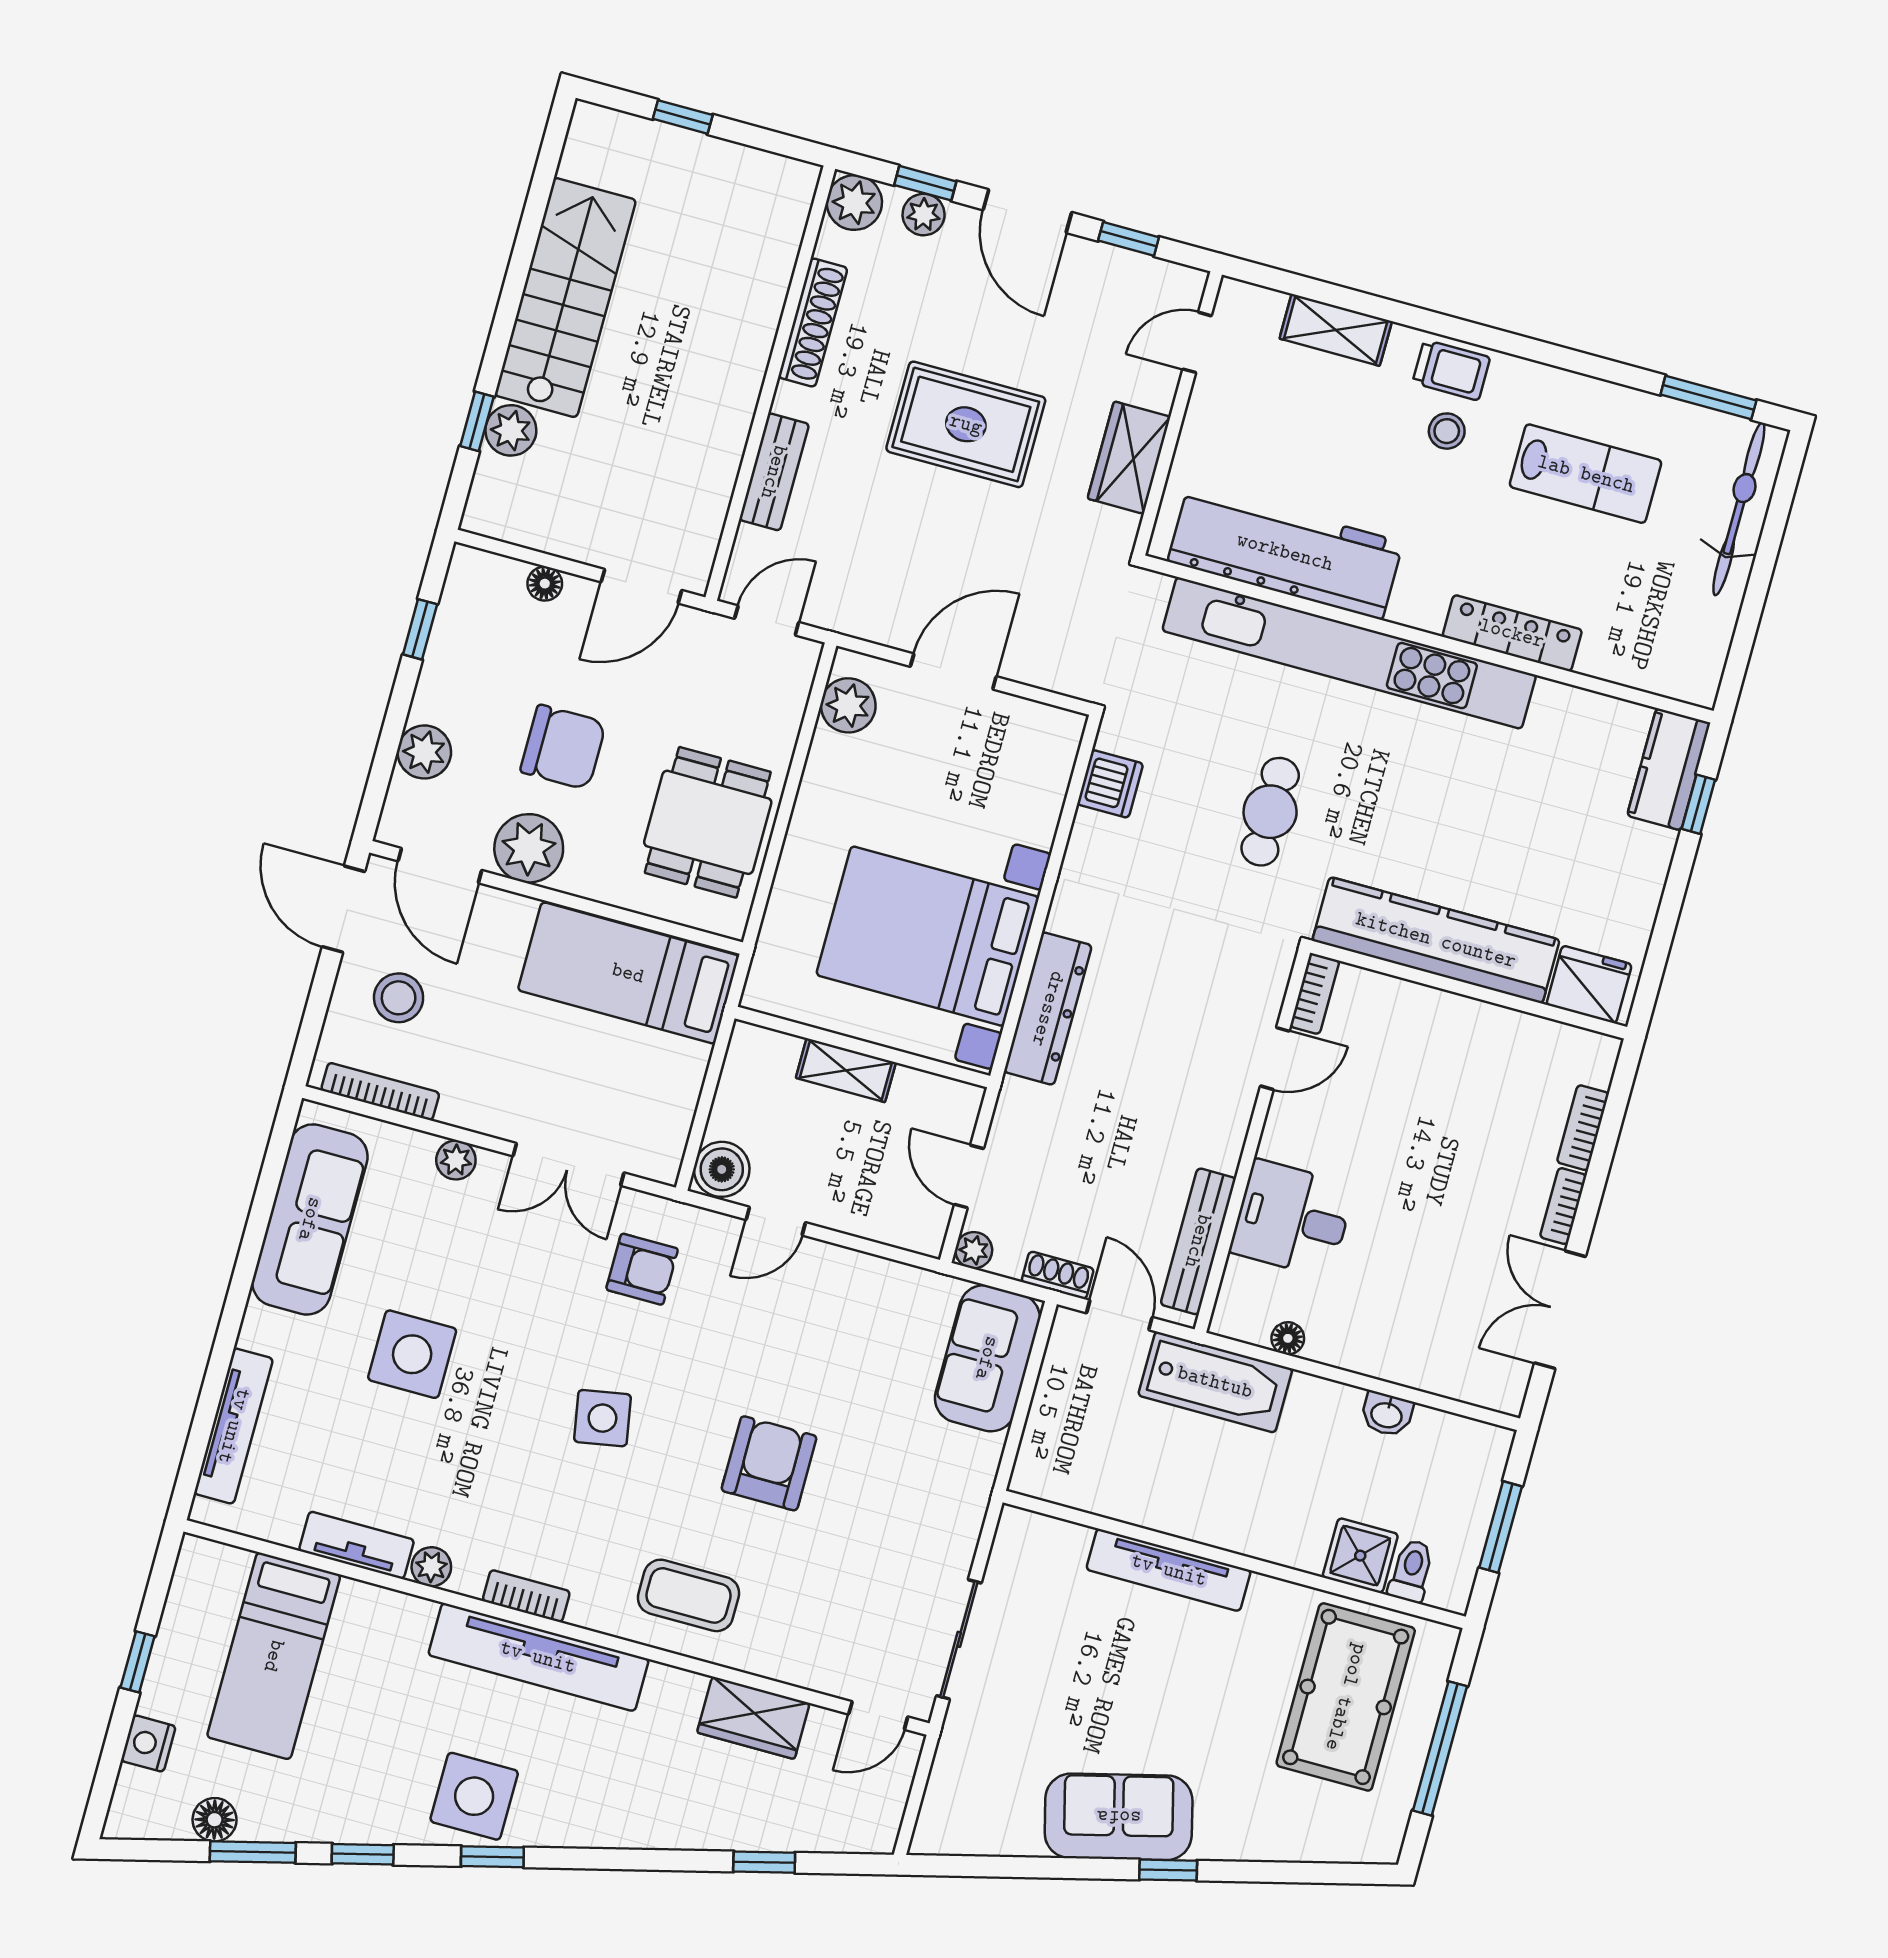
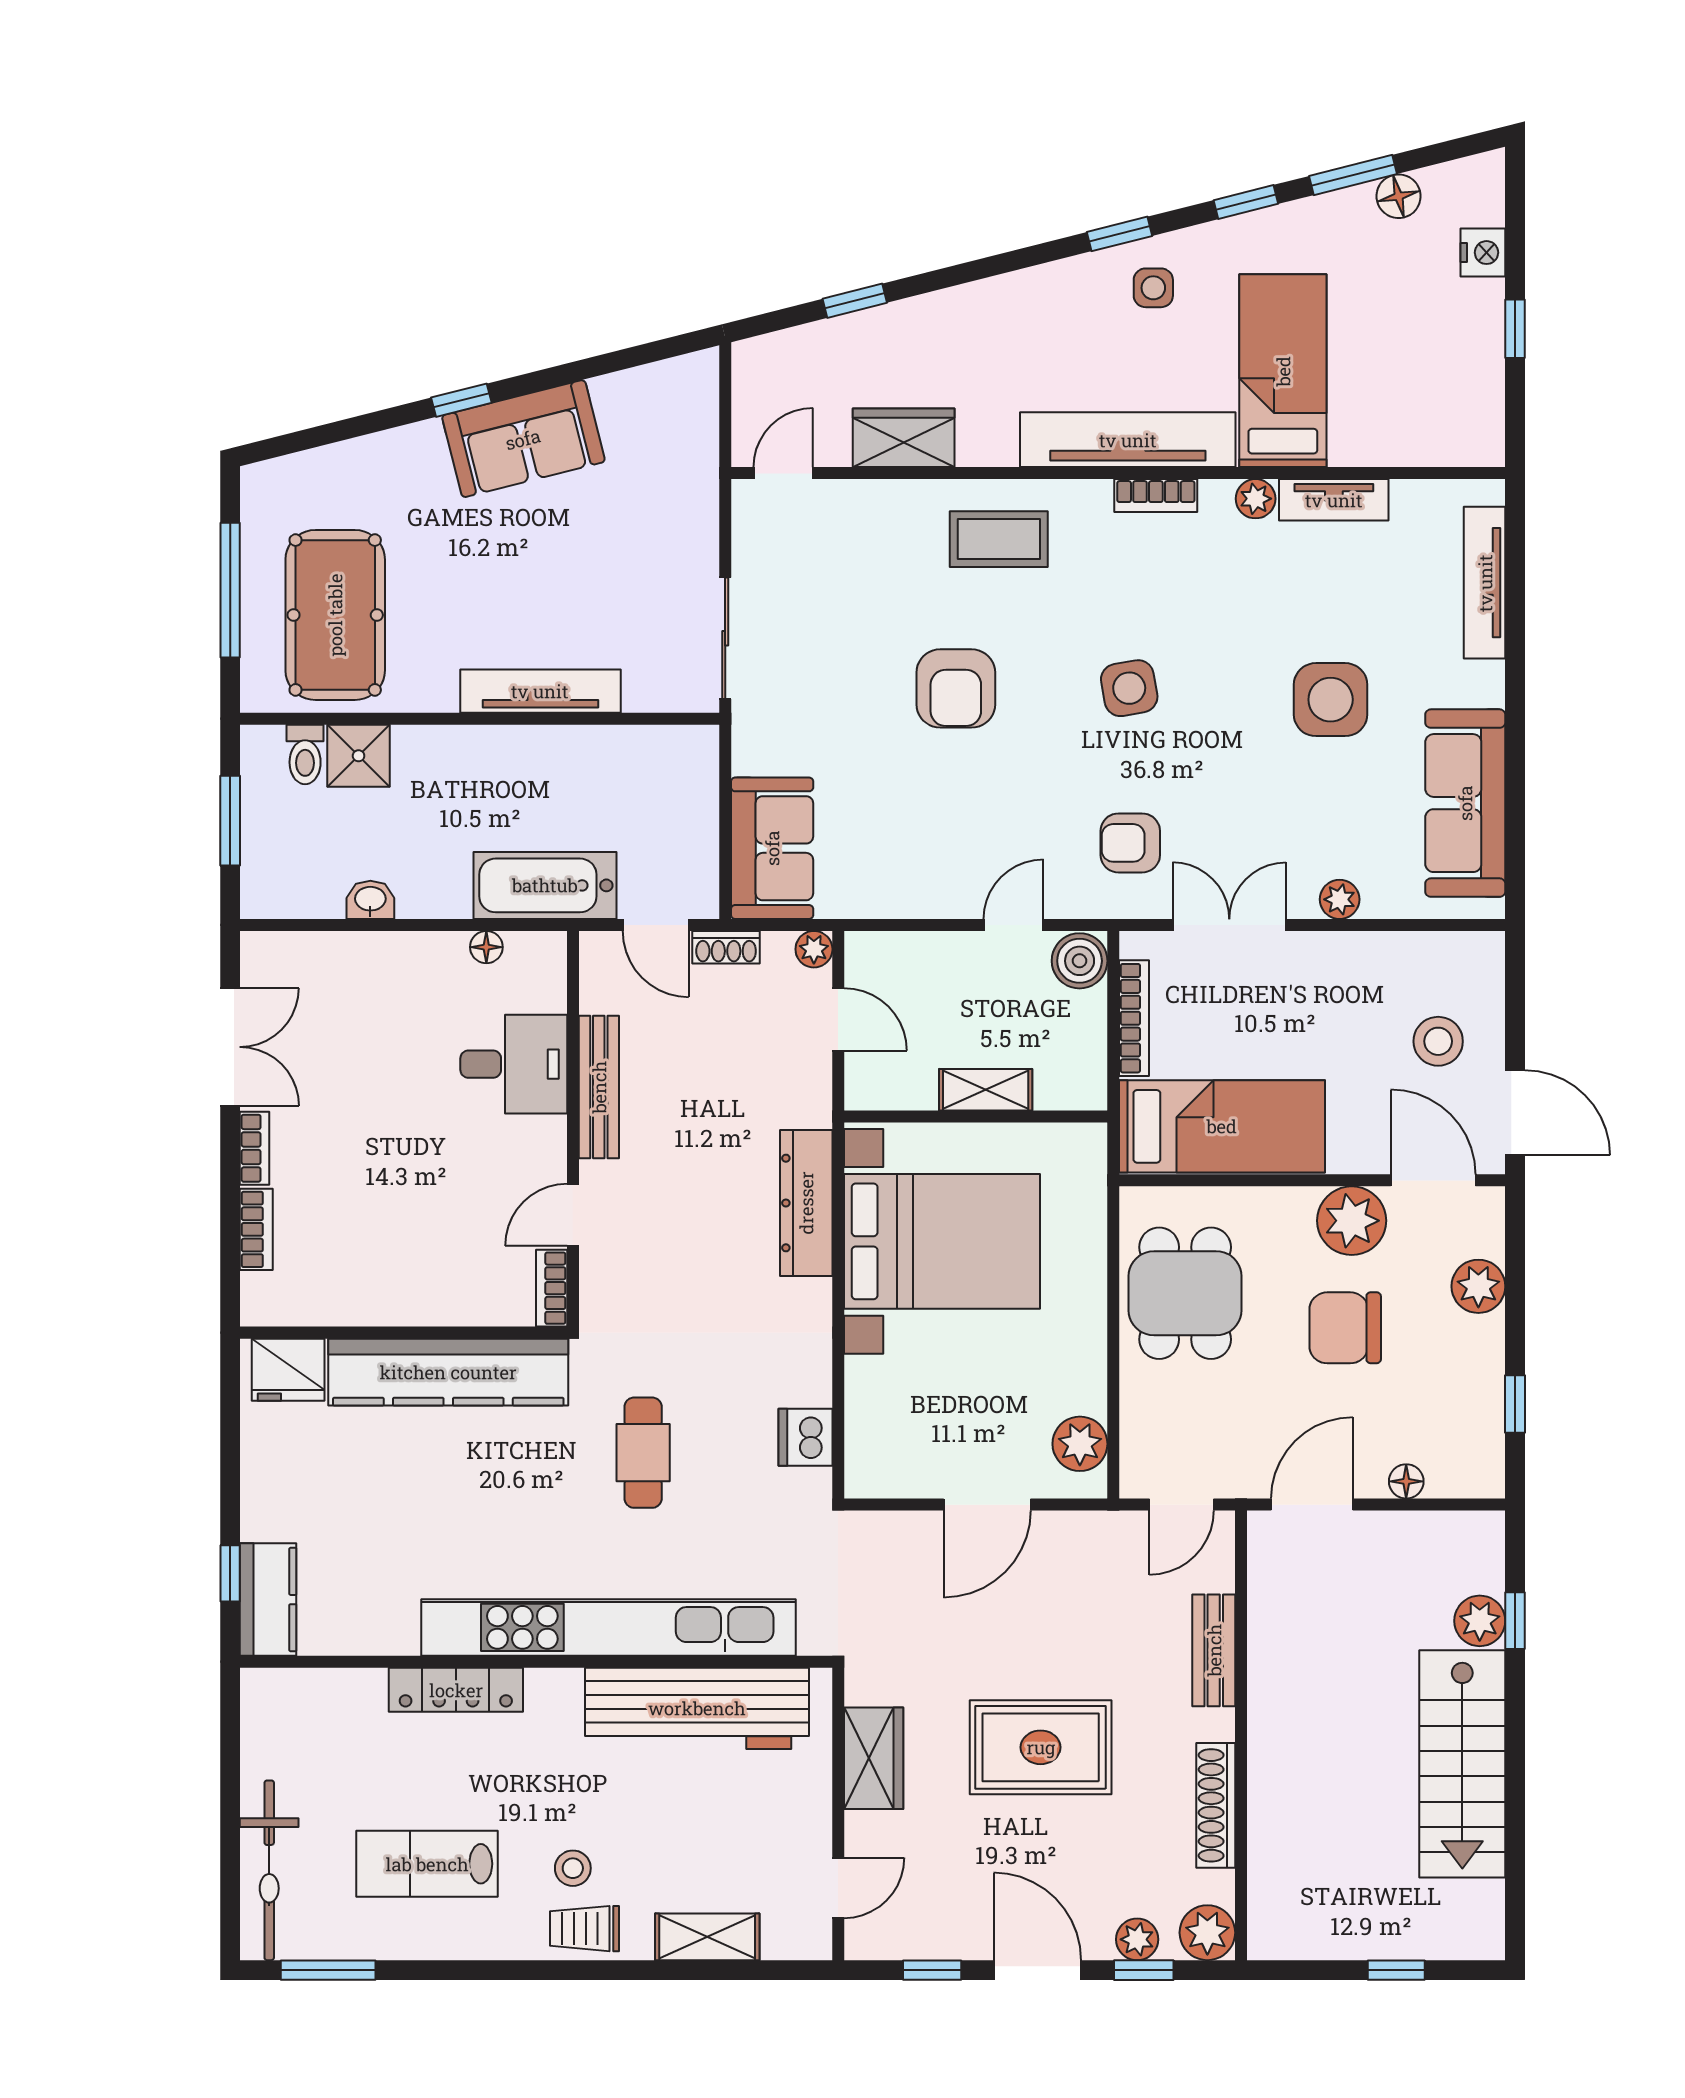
bookcase: (380, 1091) -> (1134, 1018), moved, turned -90
bench: (1198, 1241) -> (599, 1087), moved
sliding door: (959, 1639) -> (725, 638), moved
bed: (274, 1656) -> (1283, 371), moved
side table: (474, 1796) -> (1153, 288), width x0.54, depth x0.54

